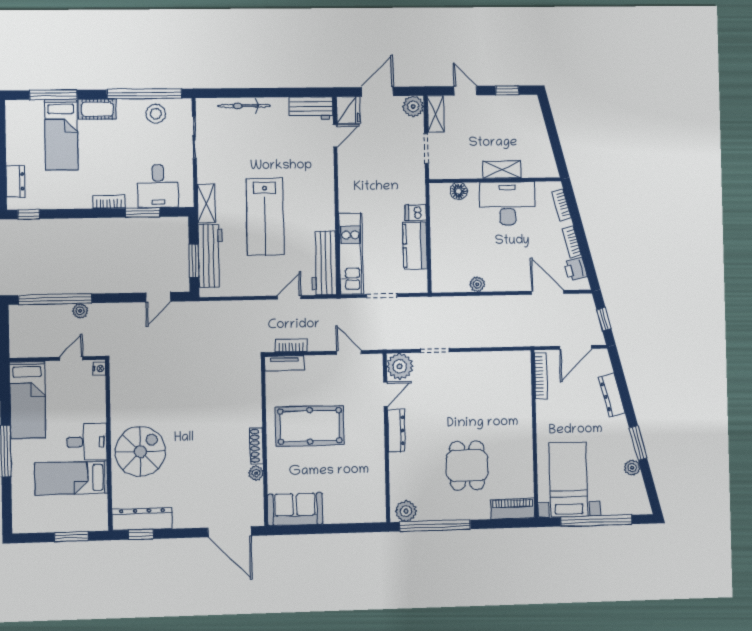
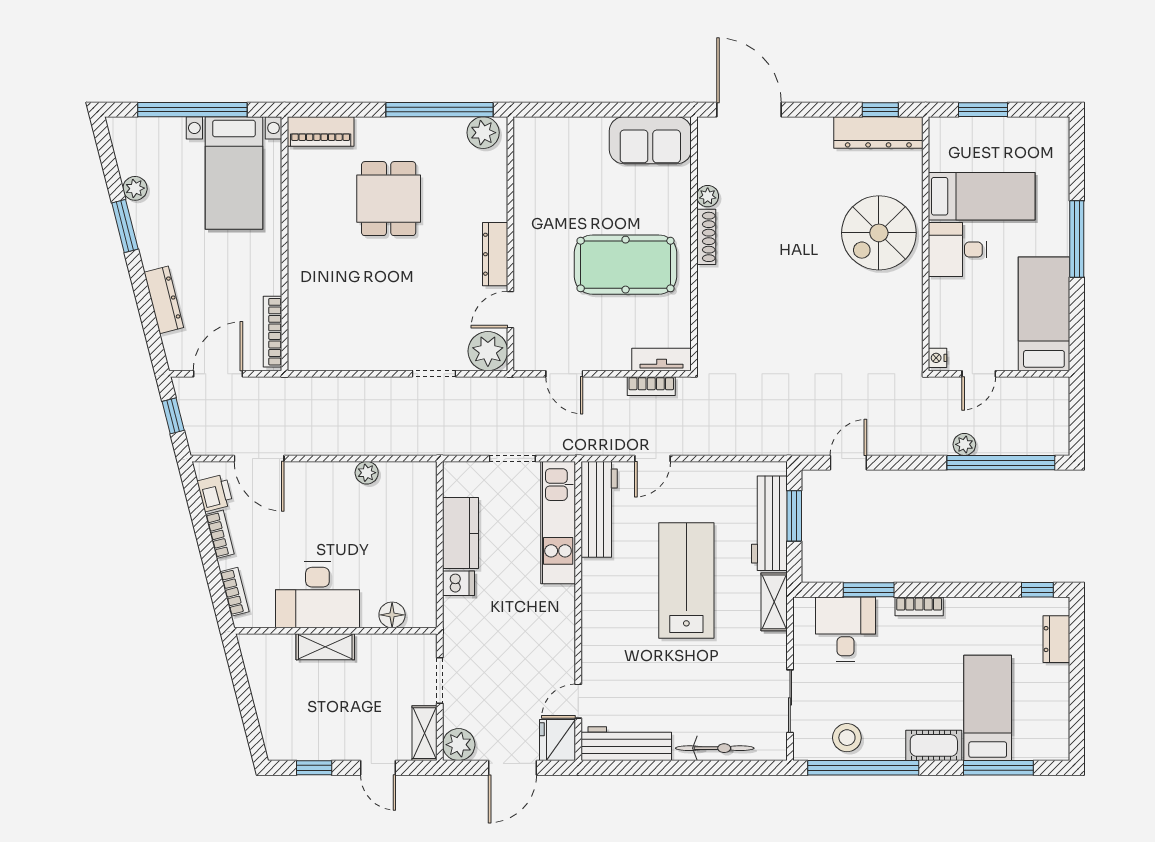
workbench: (311, 108) -> (626, 744), width x1.38

